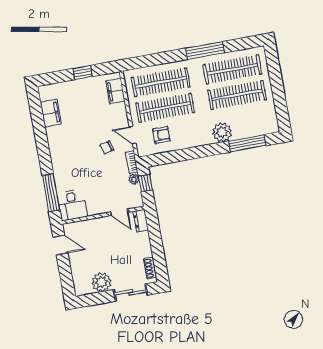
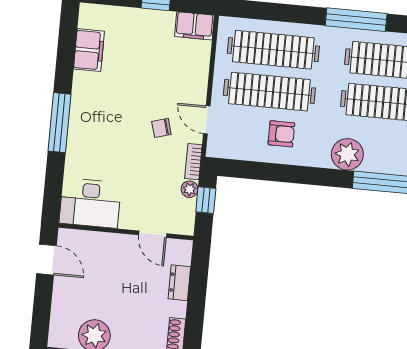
filing cabinet: (115, 91) -> (194, 26), moved, turned -90
armchair: (161, 135) -> (281, 134), moved
window: (51, 193) -> (59, 123), moved
desk: (72, 205) -> (90, 203), width x1.37
dresser: (141, 221) -> (179, 283), moved

